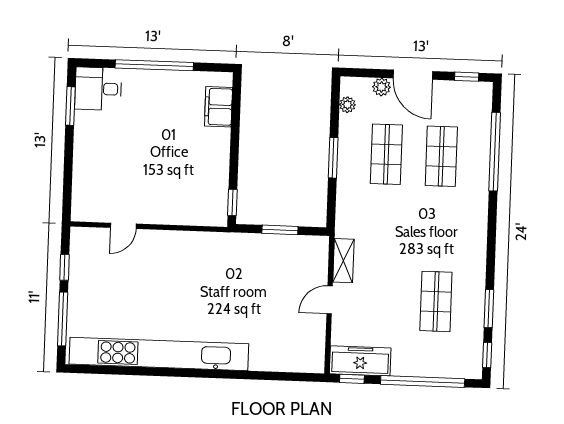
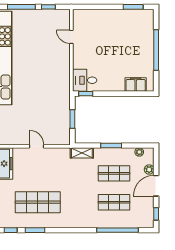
desk: (98, 89) -> (85, 80), moved, turned -90
shelving: (343, 261) -> (82, 153), moved
shop shelf: (436, 301) -> (38, 202), width x1.43, depth x1.36

